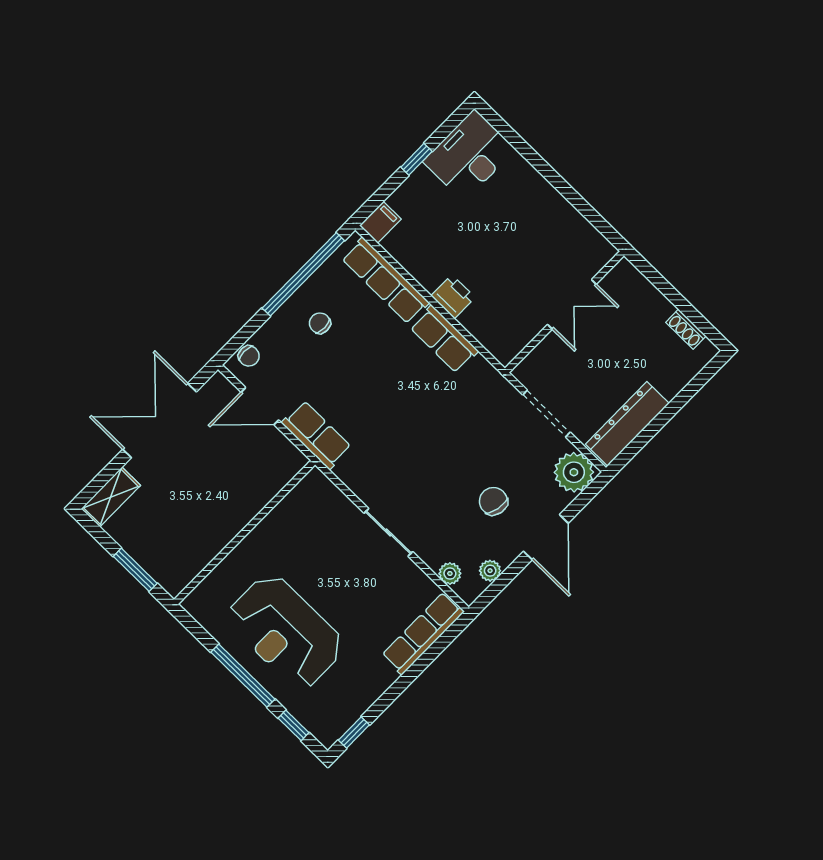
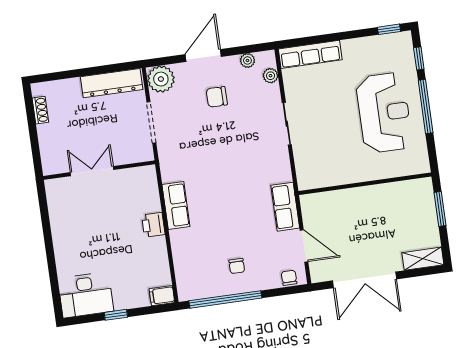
row of seats: (385, 281) -> (183, 262), removed
chair: (493, 501) -> (217, 97), turned 79

